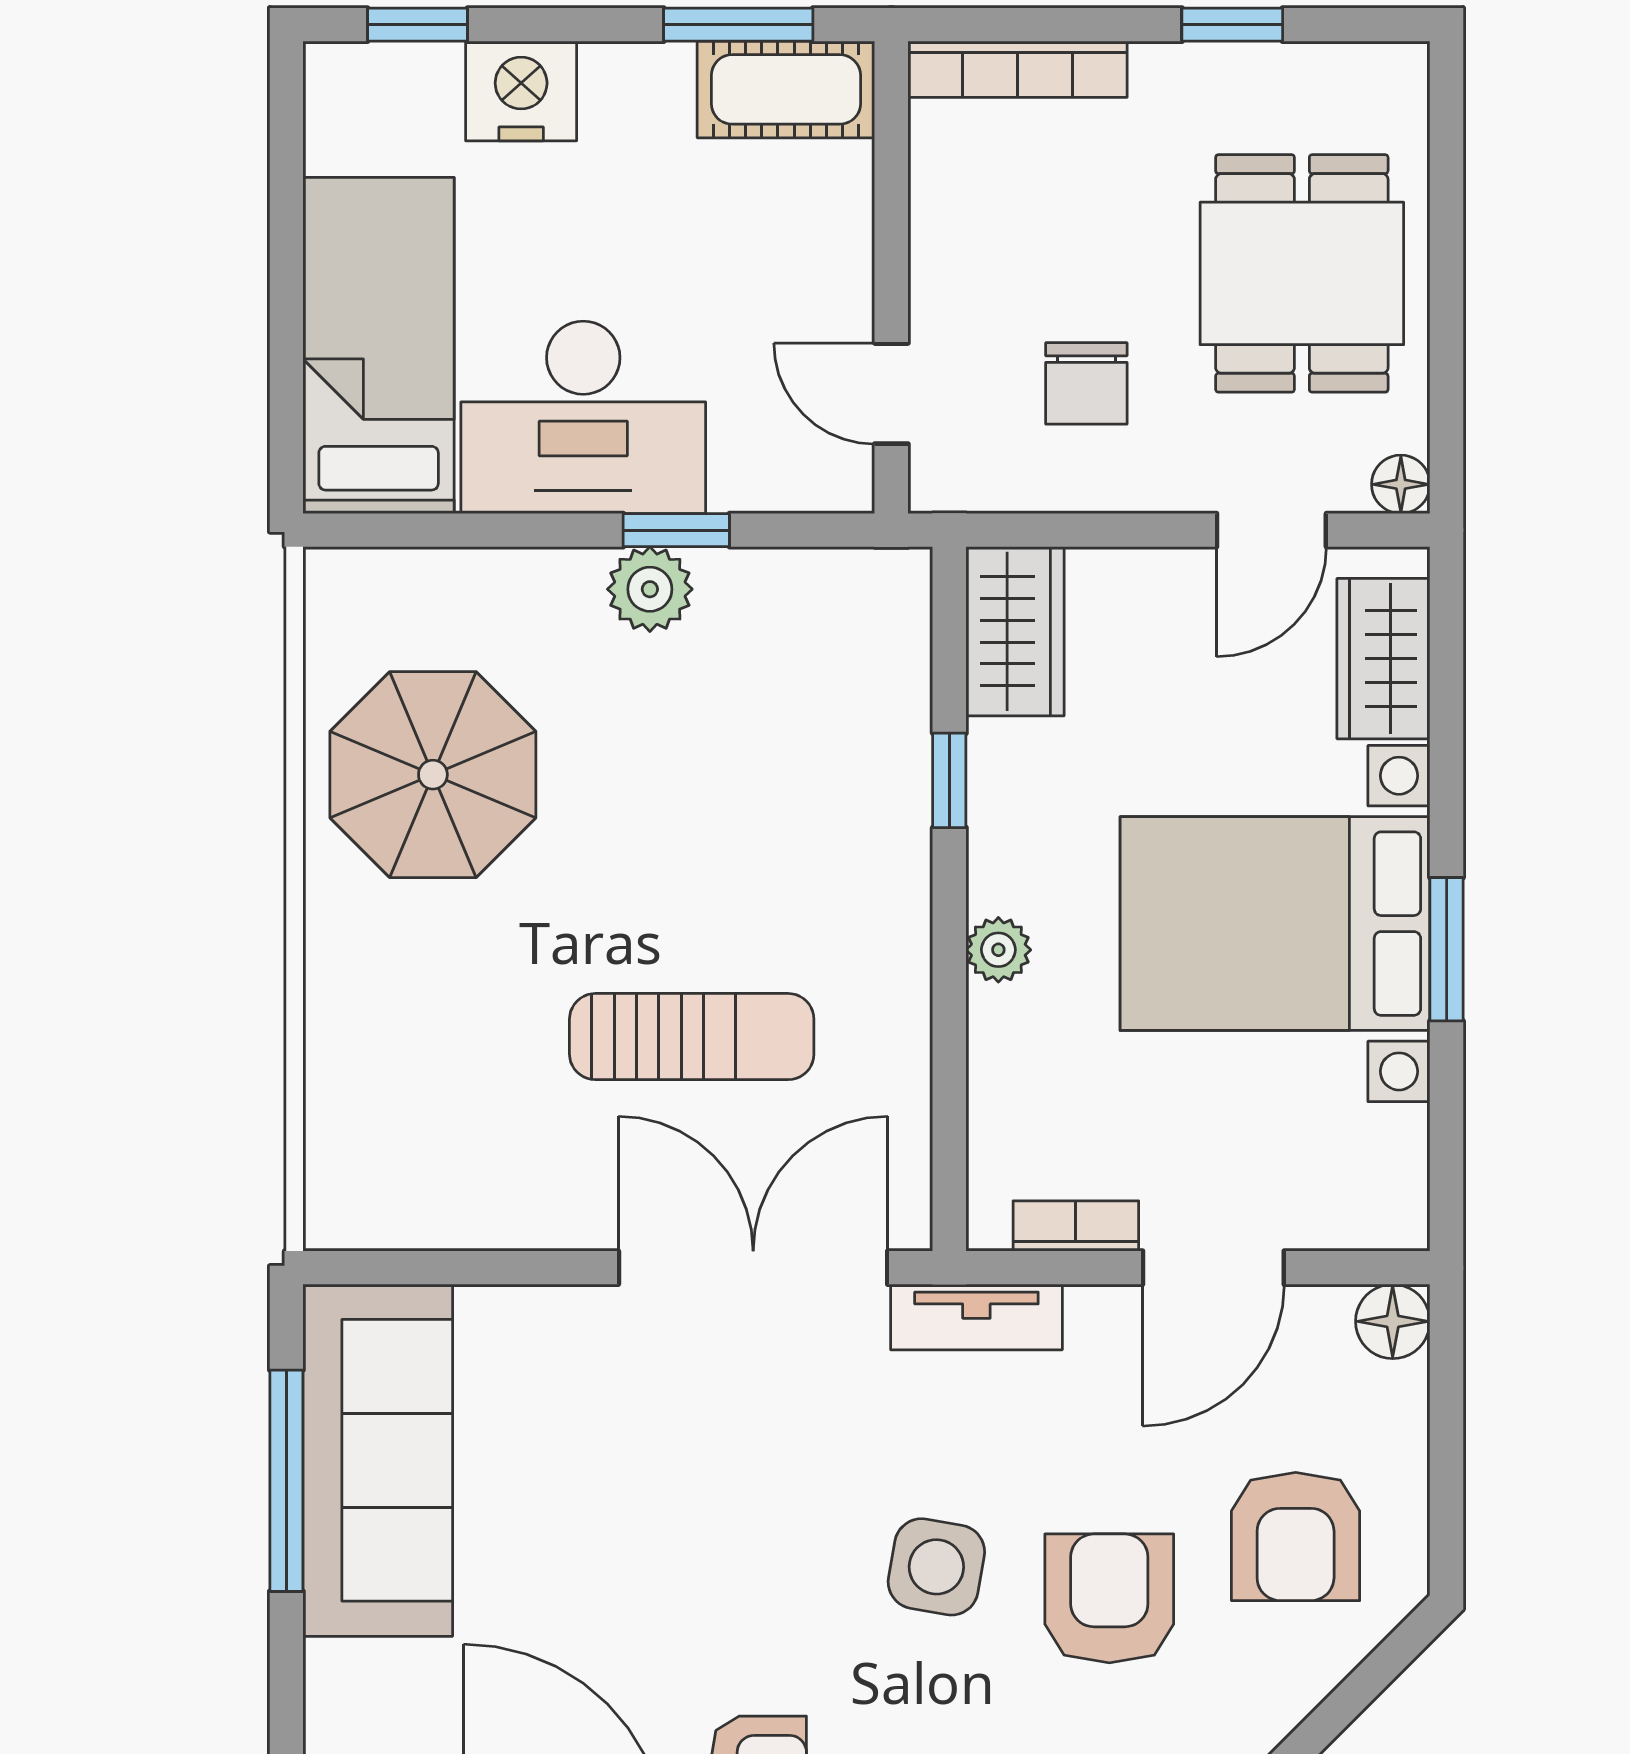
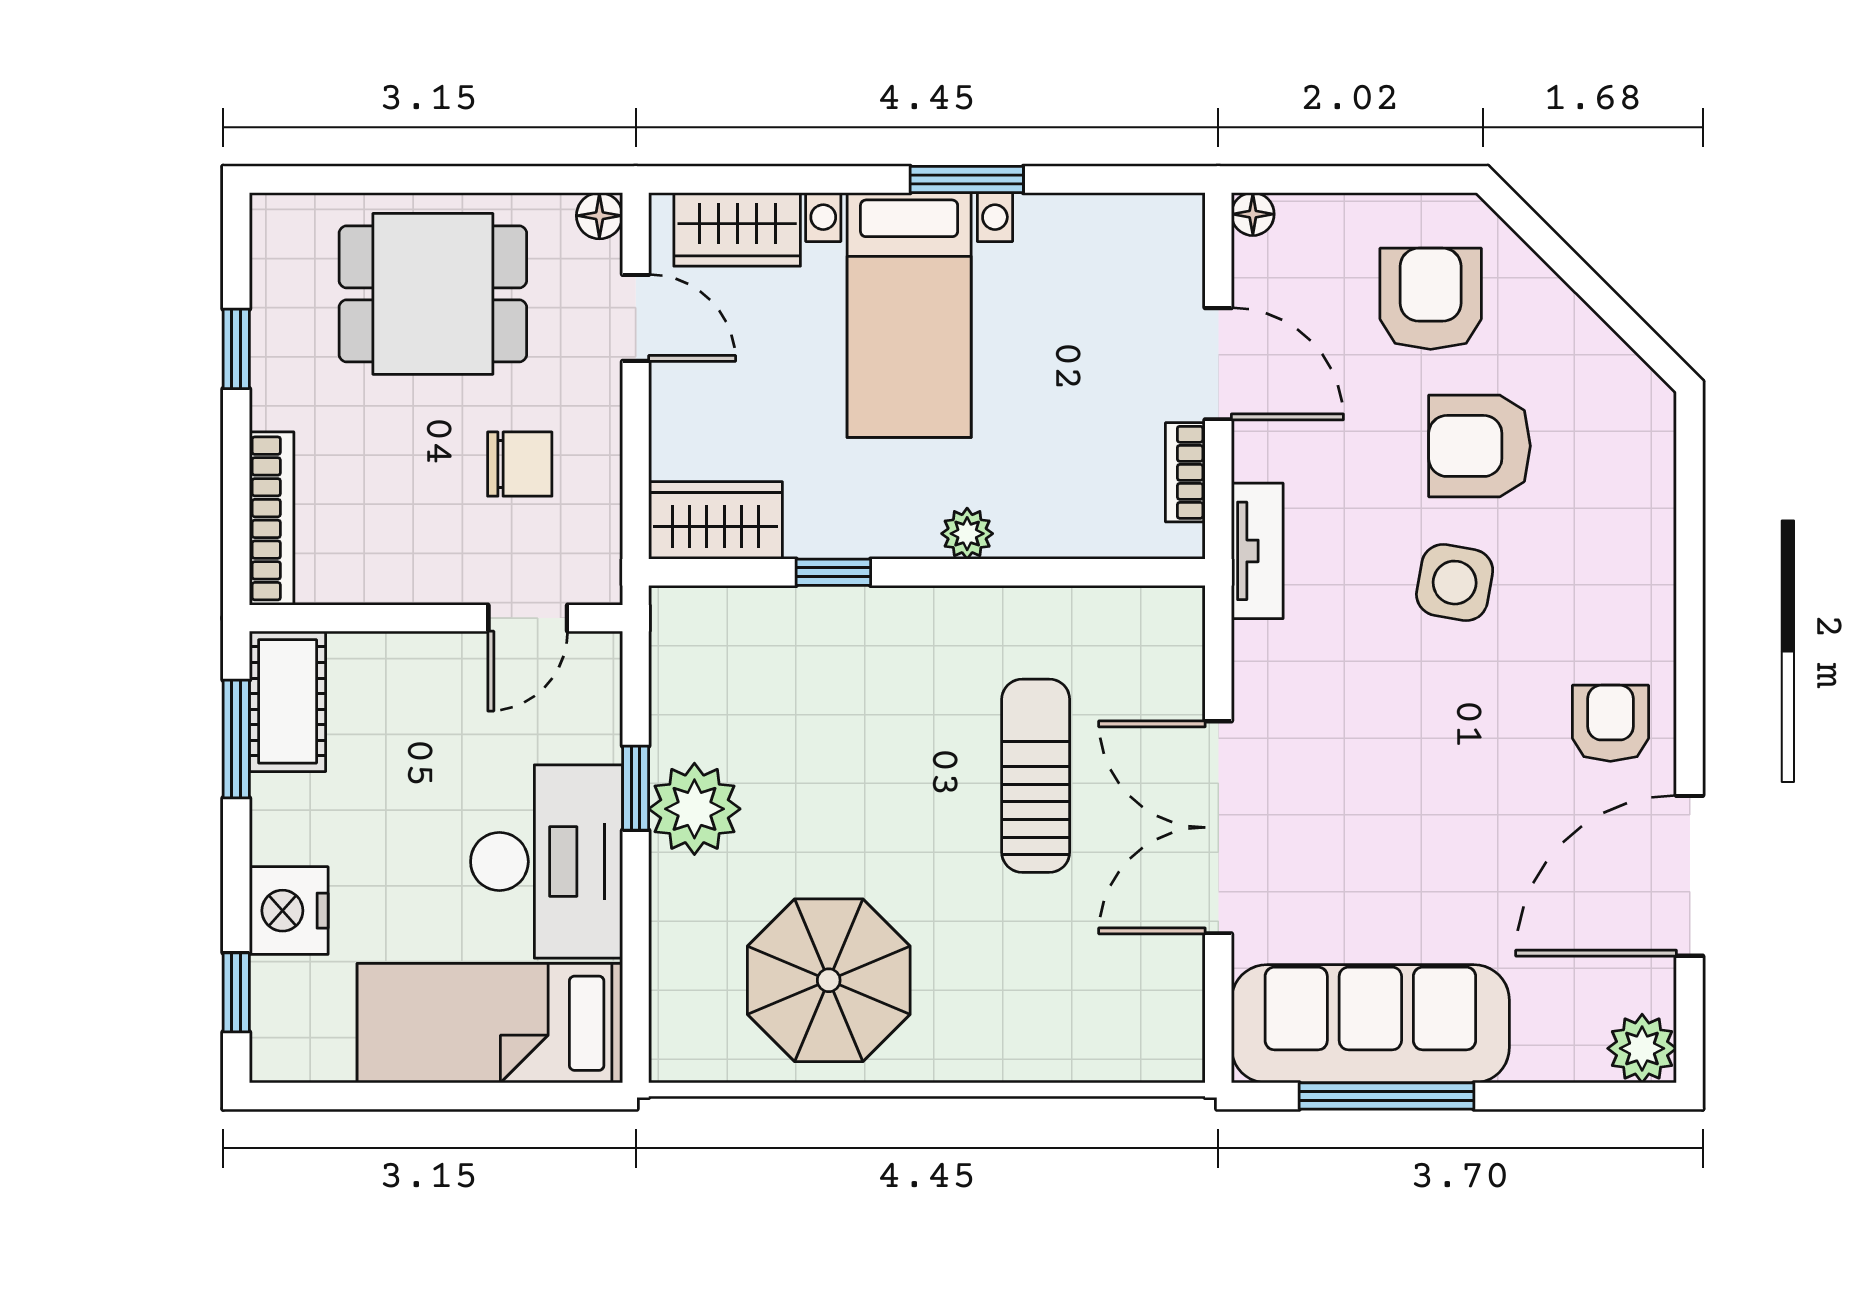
plant: (650, 589) -> (694, 809), width x1.36, depth x1.36
bed with nightstands: (1275, 924) -> (909, 315), width x0.73
double door: (753, 1268) -> (1218, 827), moved
floor lamp: (1393, 1321) -> (1253, 214), width x0.73, depth x0.73
armchair: (1296, 1537) -> (1431, 299), turned -90

